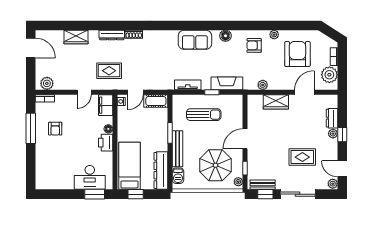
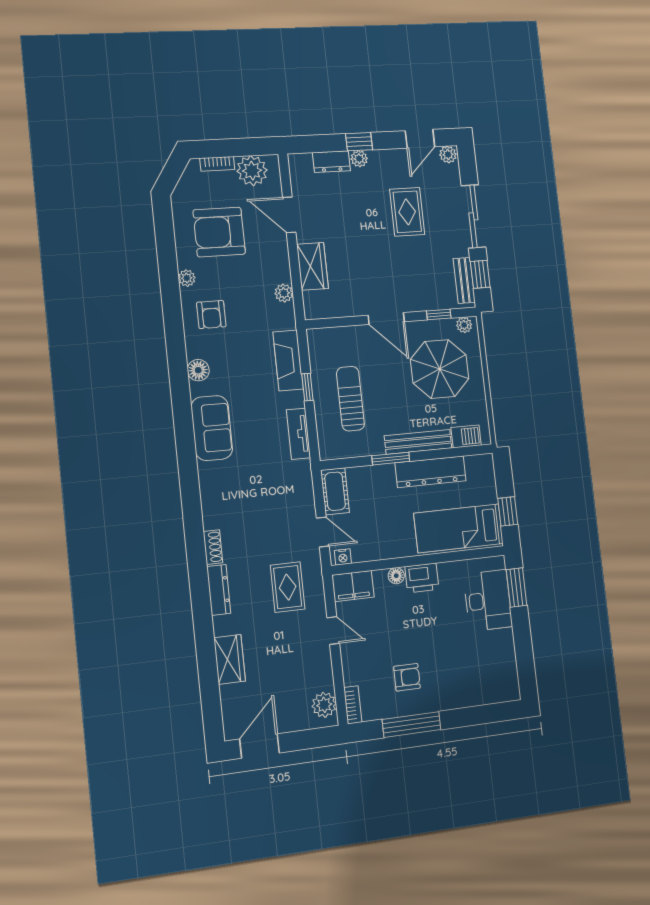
dresser: (161, 170) -> (431, 472), moved

